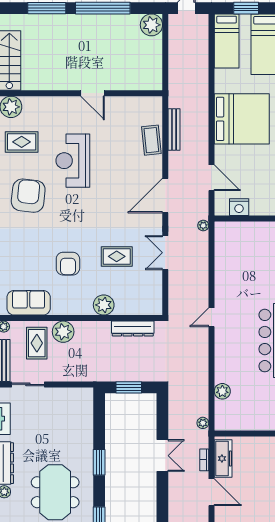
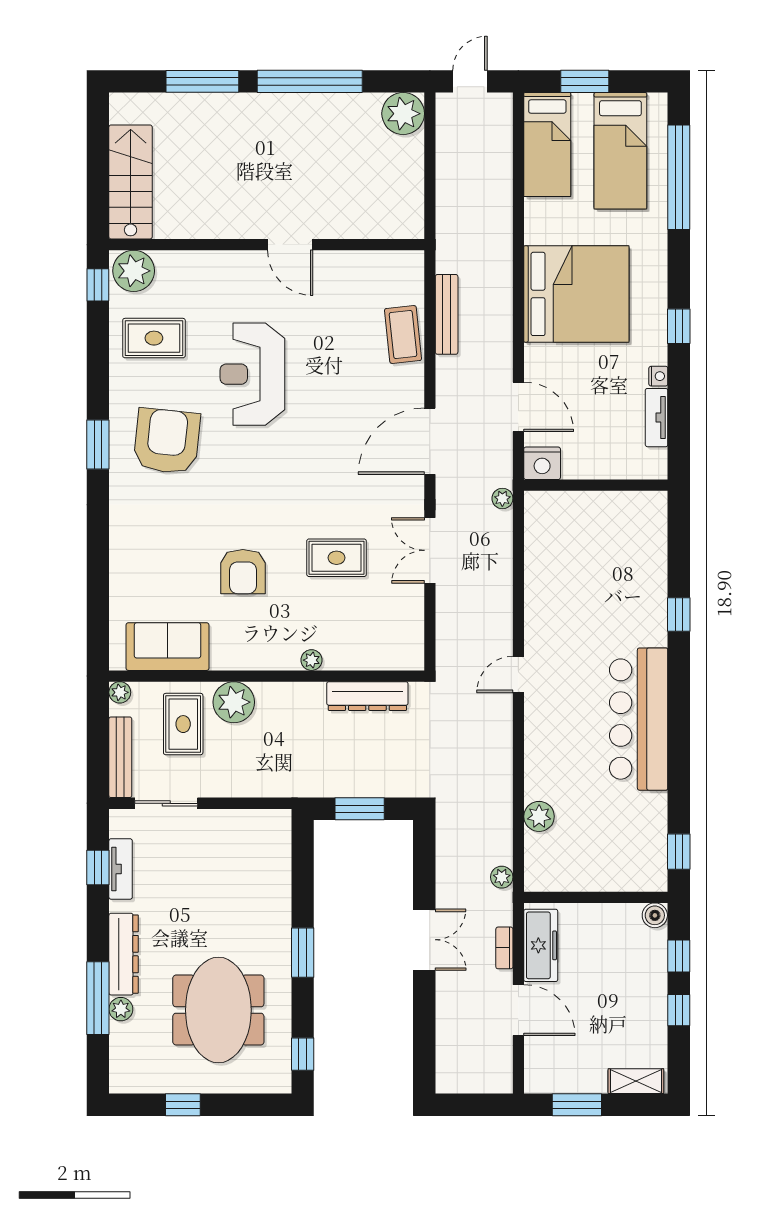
nightstand: (239, 207) -> (542, 463), moved
plant: (104, 305) -> (311, 660), width x0.53, depth x0.53

